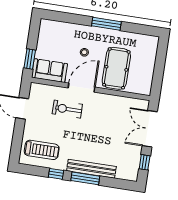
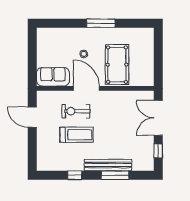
window: (30, 59) -> (32, 69), removed
door: (82, 88) -> (86, 88), hinge flipped
treadmill: (42, 150) -> (77, 135), moved
window: (85, 178) -> (115, 175), moved

